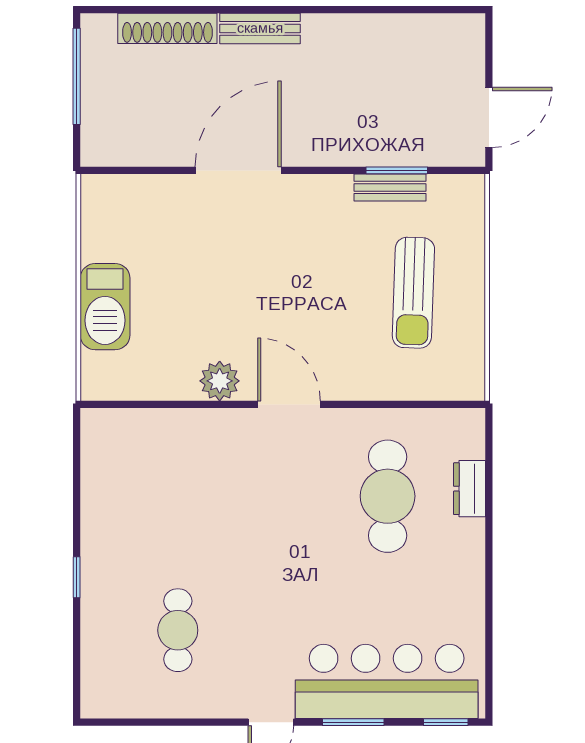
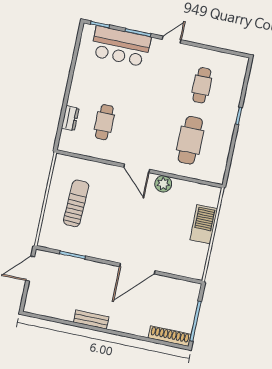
shoe rack: (167, 28) -> (170, 336), moved
bench: (260, 28) -> (91, 320), moved
bench: (390, 187) -> (77, 248), removed
cafe table: (178, 496) -> (190, 140), added
cafe table: (388, 496) -> (104, 122), width x0.73, depth x0.74
bar counter: (387, 681) -> (121, 46), width x0.73

